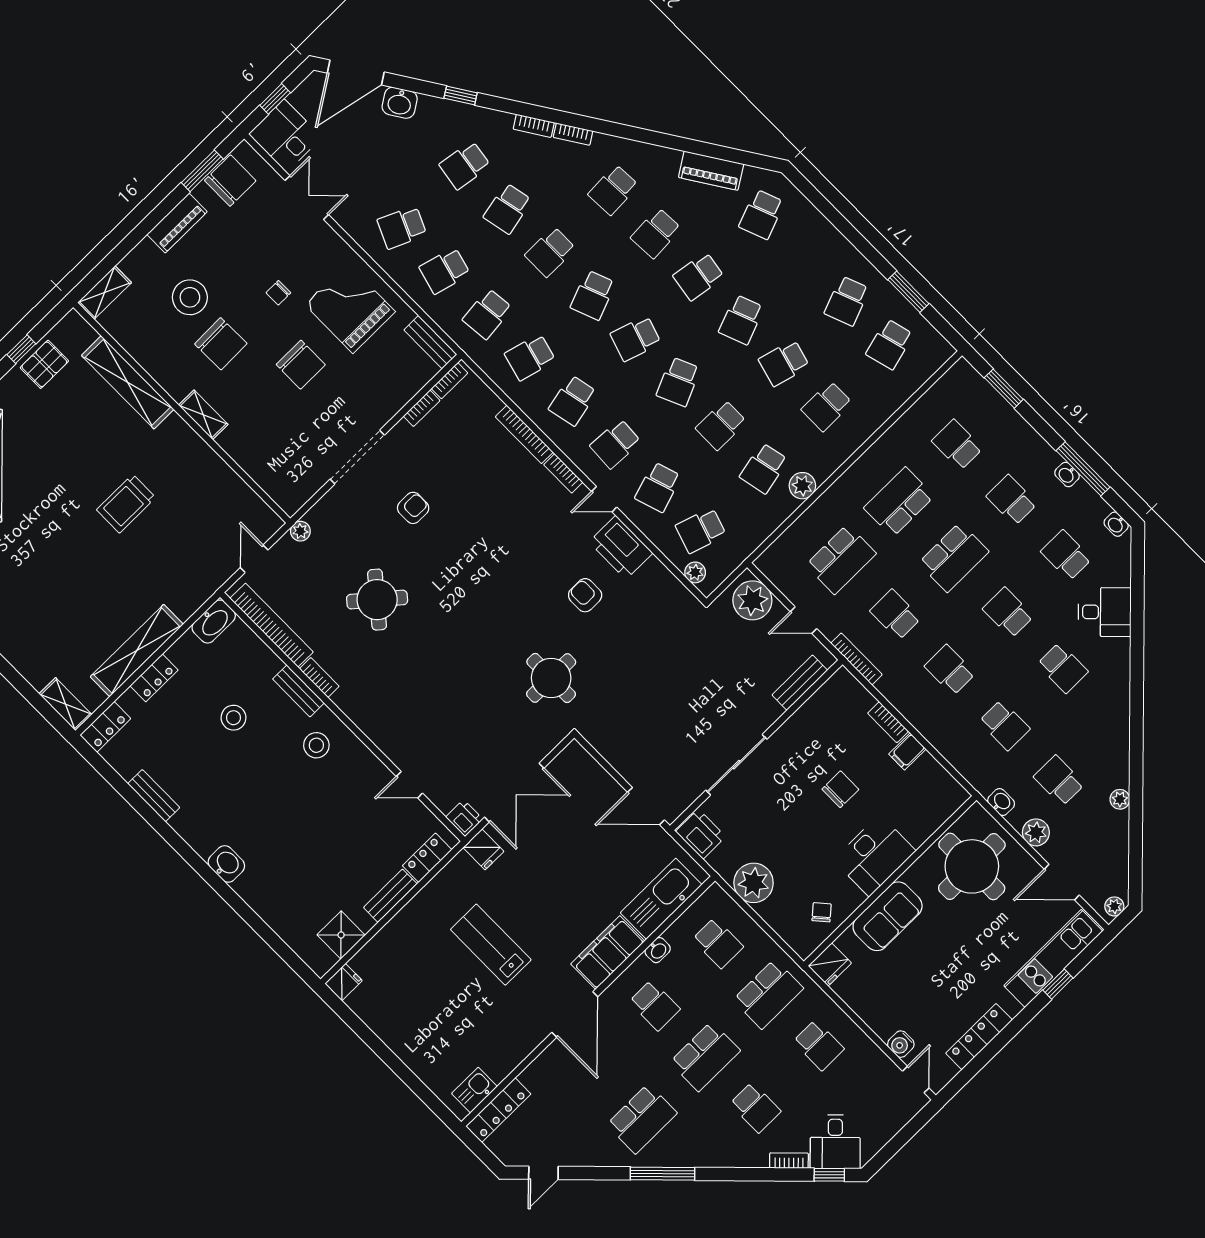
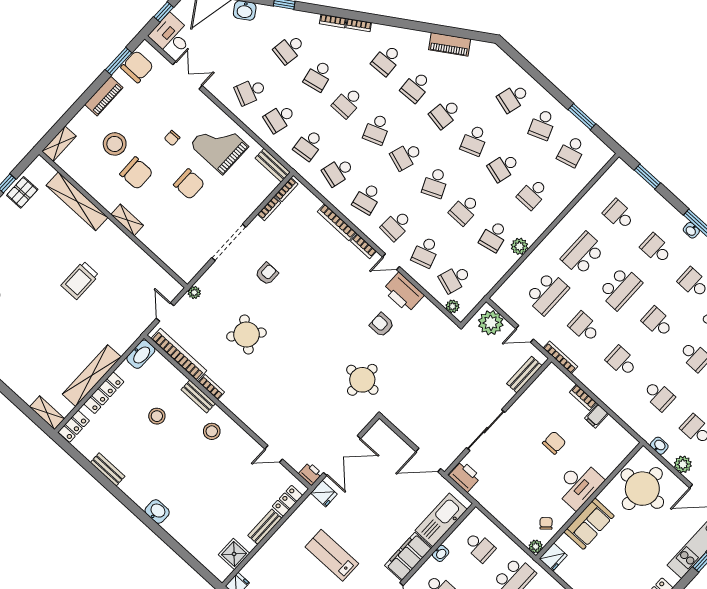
school desk: (762, 214) -> (513, 98), moved, turned 36
locker: (154, 678) -> (104, 393), width x1.53
plant: (754, 883) -> (536, 546), moved, width x0.53, depth x0.53

